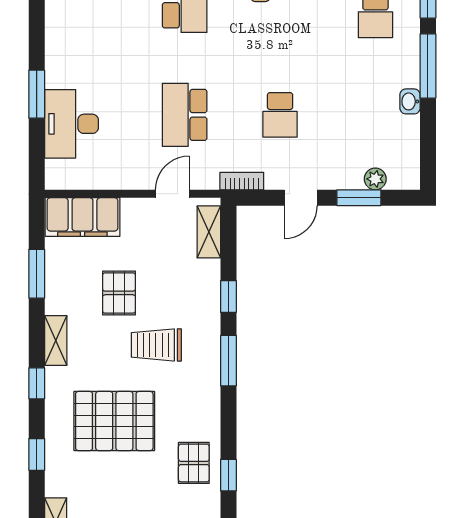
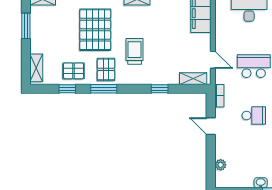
school desk: (280, 115) -> (254, 115), turned 180
window: (359, 198) -> (211, 156), removed
pallet: (119, 293) -> (106, 69), moved, turned 90
window: (228, 361) -> (104, 89), moved

